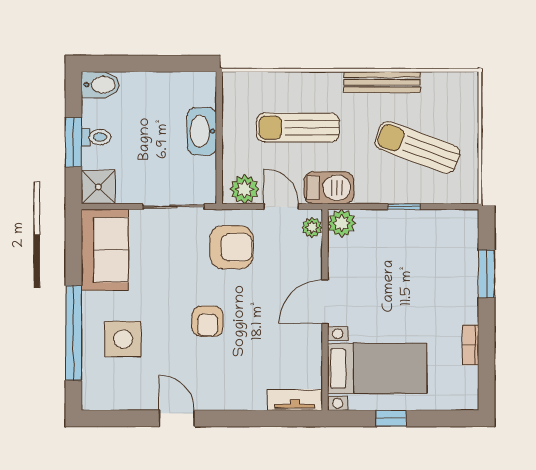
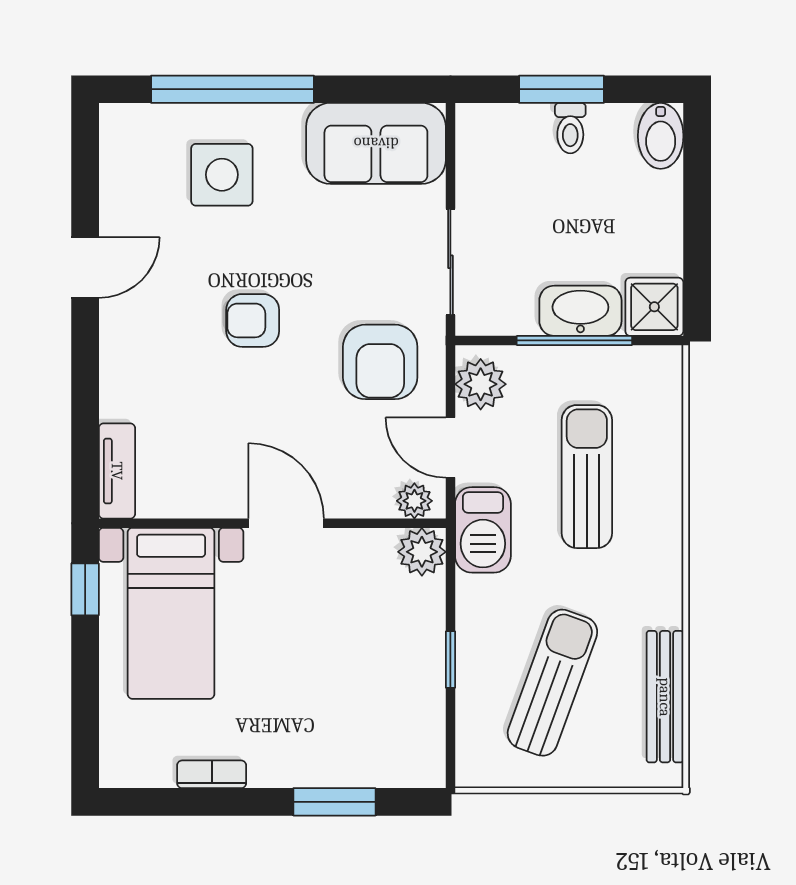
bench: (382, 82) -> (665, 697), moved
window: (219, 135) -> (574, 340), added
shower: (98, 187) -> (654, 307), moved
door: (281, 207) -> (450, 448), swing flipped
window: (391, 418) -> (85, 589), moved

